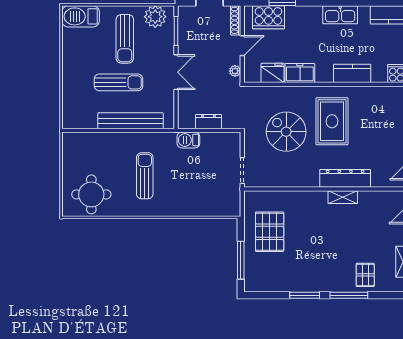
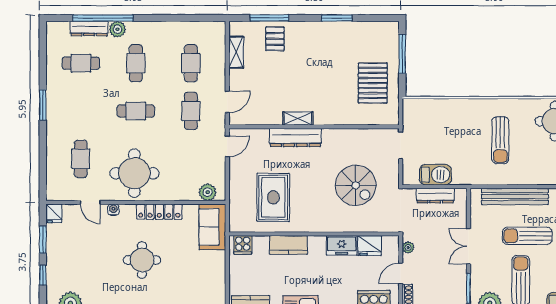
rug: (332, 121) -> (273, 197), moved
dresser: (208, 122) -> (435, 196), width x1.44
barbecue: (188, 140) -> (436, 175), moved, width x1.38, depth x1.27
window: (349, 295) -> (269, 18), moved

